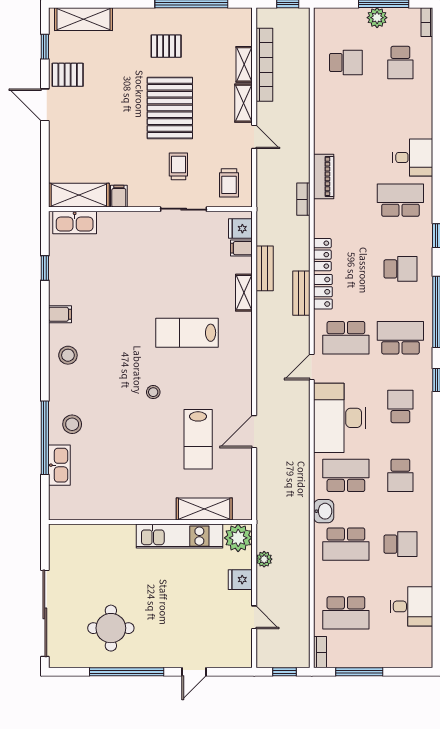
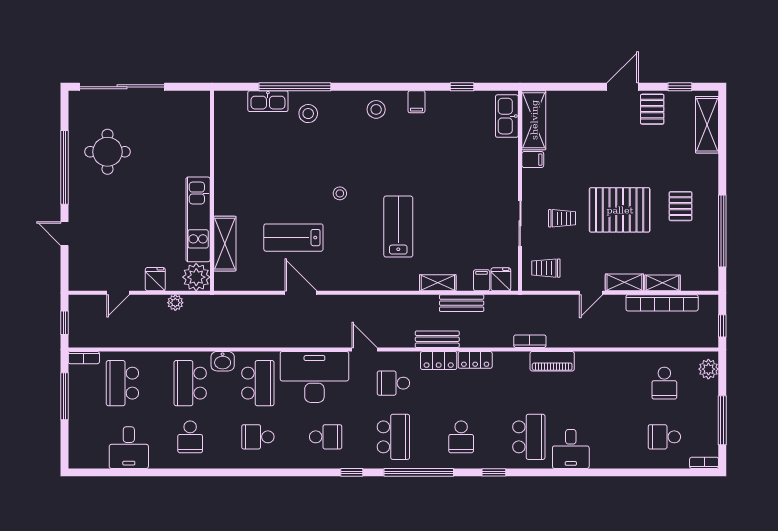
plant: (377, 18) -> (708, 369), moved
school desk: (346, 338) -> (393, 383), width x0.54

